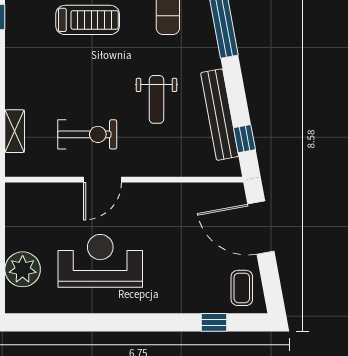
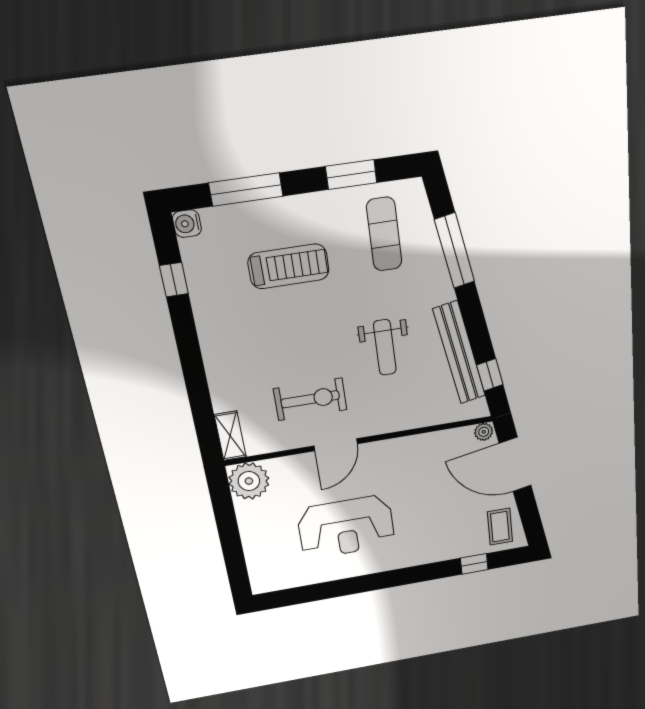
shelving: (15, 131) -> (230, 436), moved
plant: (235, 191) -> (484, 432), added
reception desk: (100, 261) -> (346, 527), turned 180
plant: (23, 269) -> (249, 481), moved

